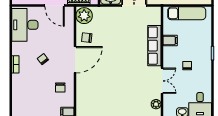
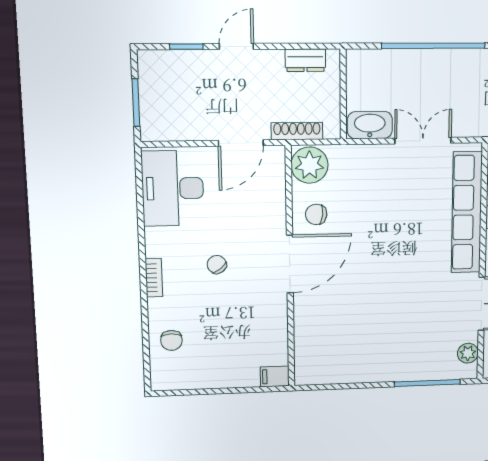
door: (55, 6) -> (241, 143), hinge flipped
row of seats: (154, 46) -> (467, 213), width x1.36
chair: (60, 87) -> (171, 340), moved

